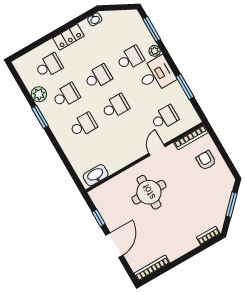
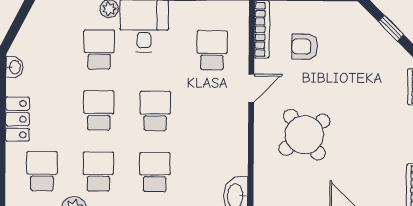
door: (157, 150) -> (251, 88), swing flipped
armchair: (206, 160) -> (305, 47), moved
round table: (149, 192) -> (304, 135), turned -37
window: (232, 205) -> (391, 28), width x0.67

